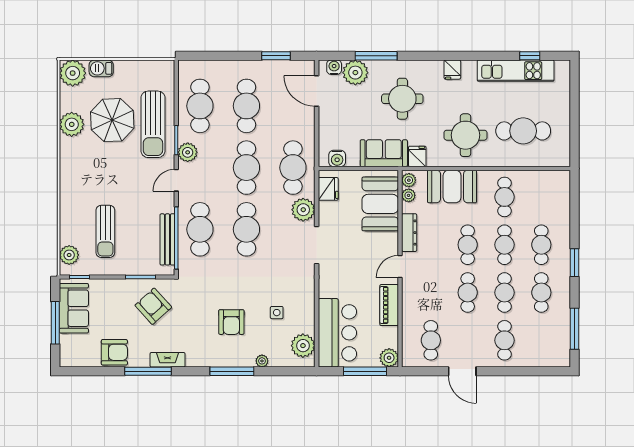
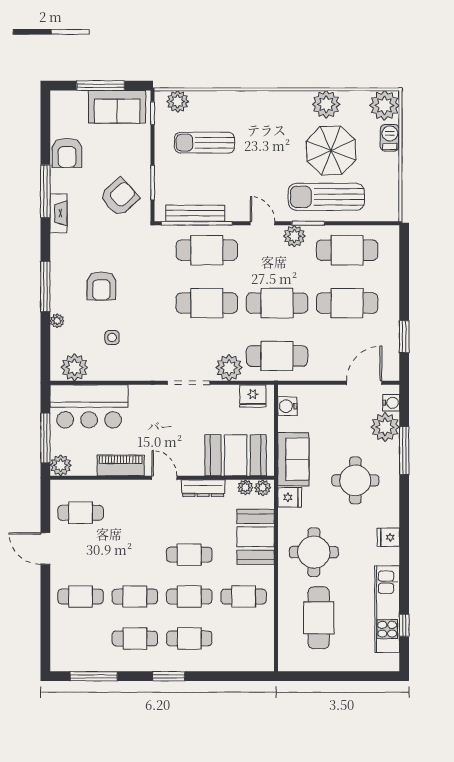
cafe table: (468, 293) -> (135, 555), removed
armchair: (231, 322) -> (101, 286), turned -90
door: (462, 371) -> (45, 549), hinge flipped

